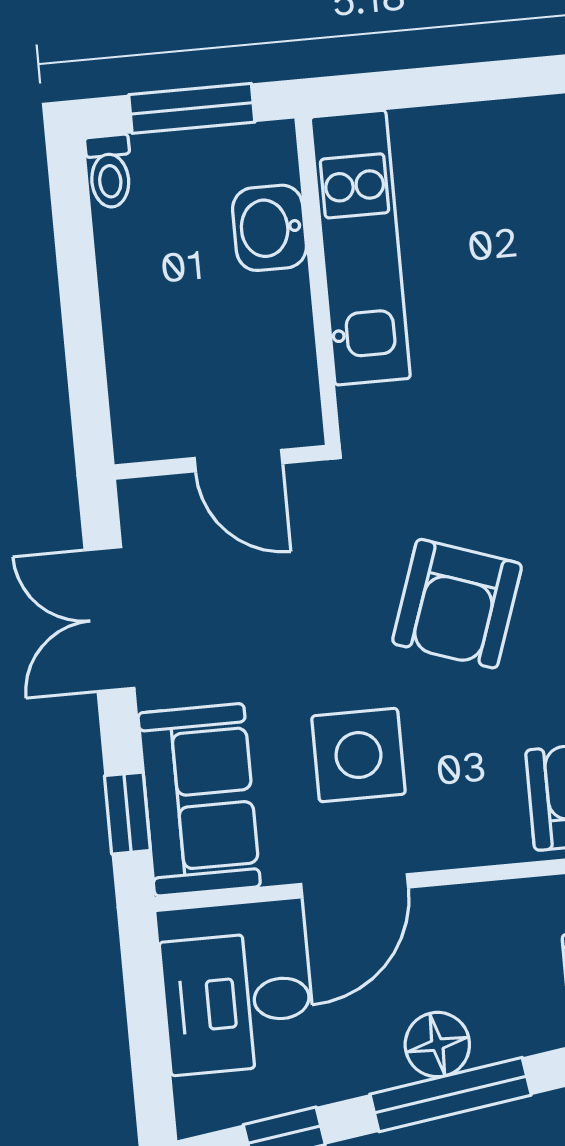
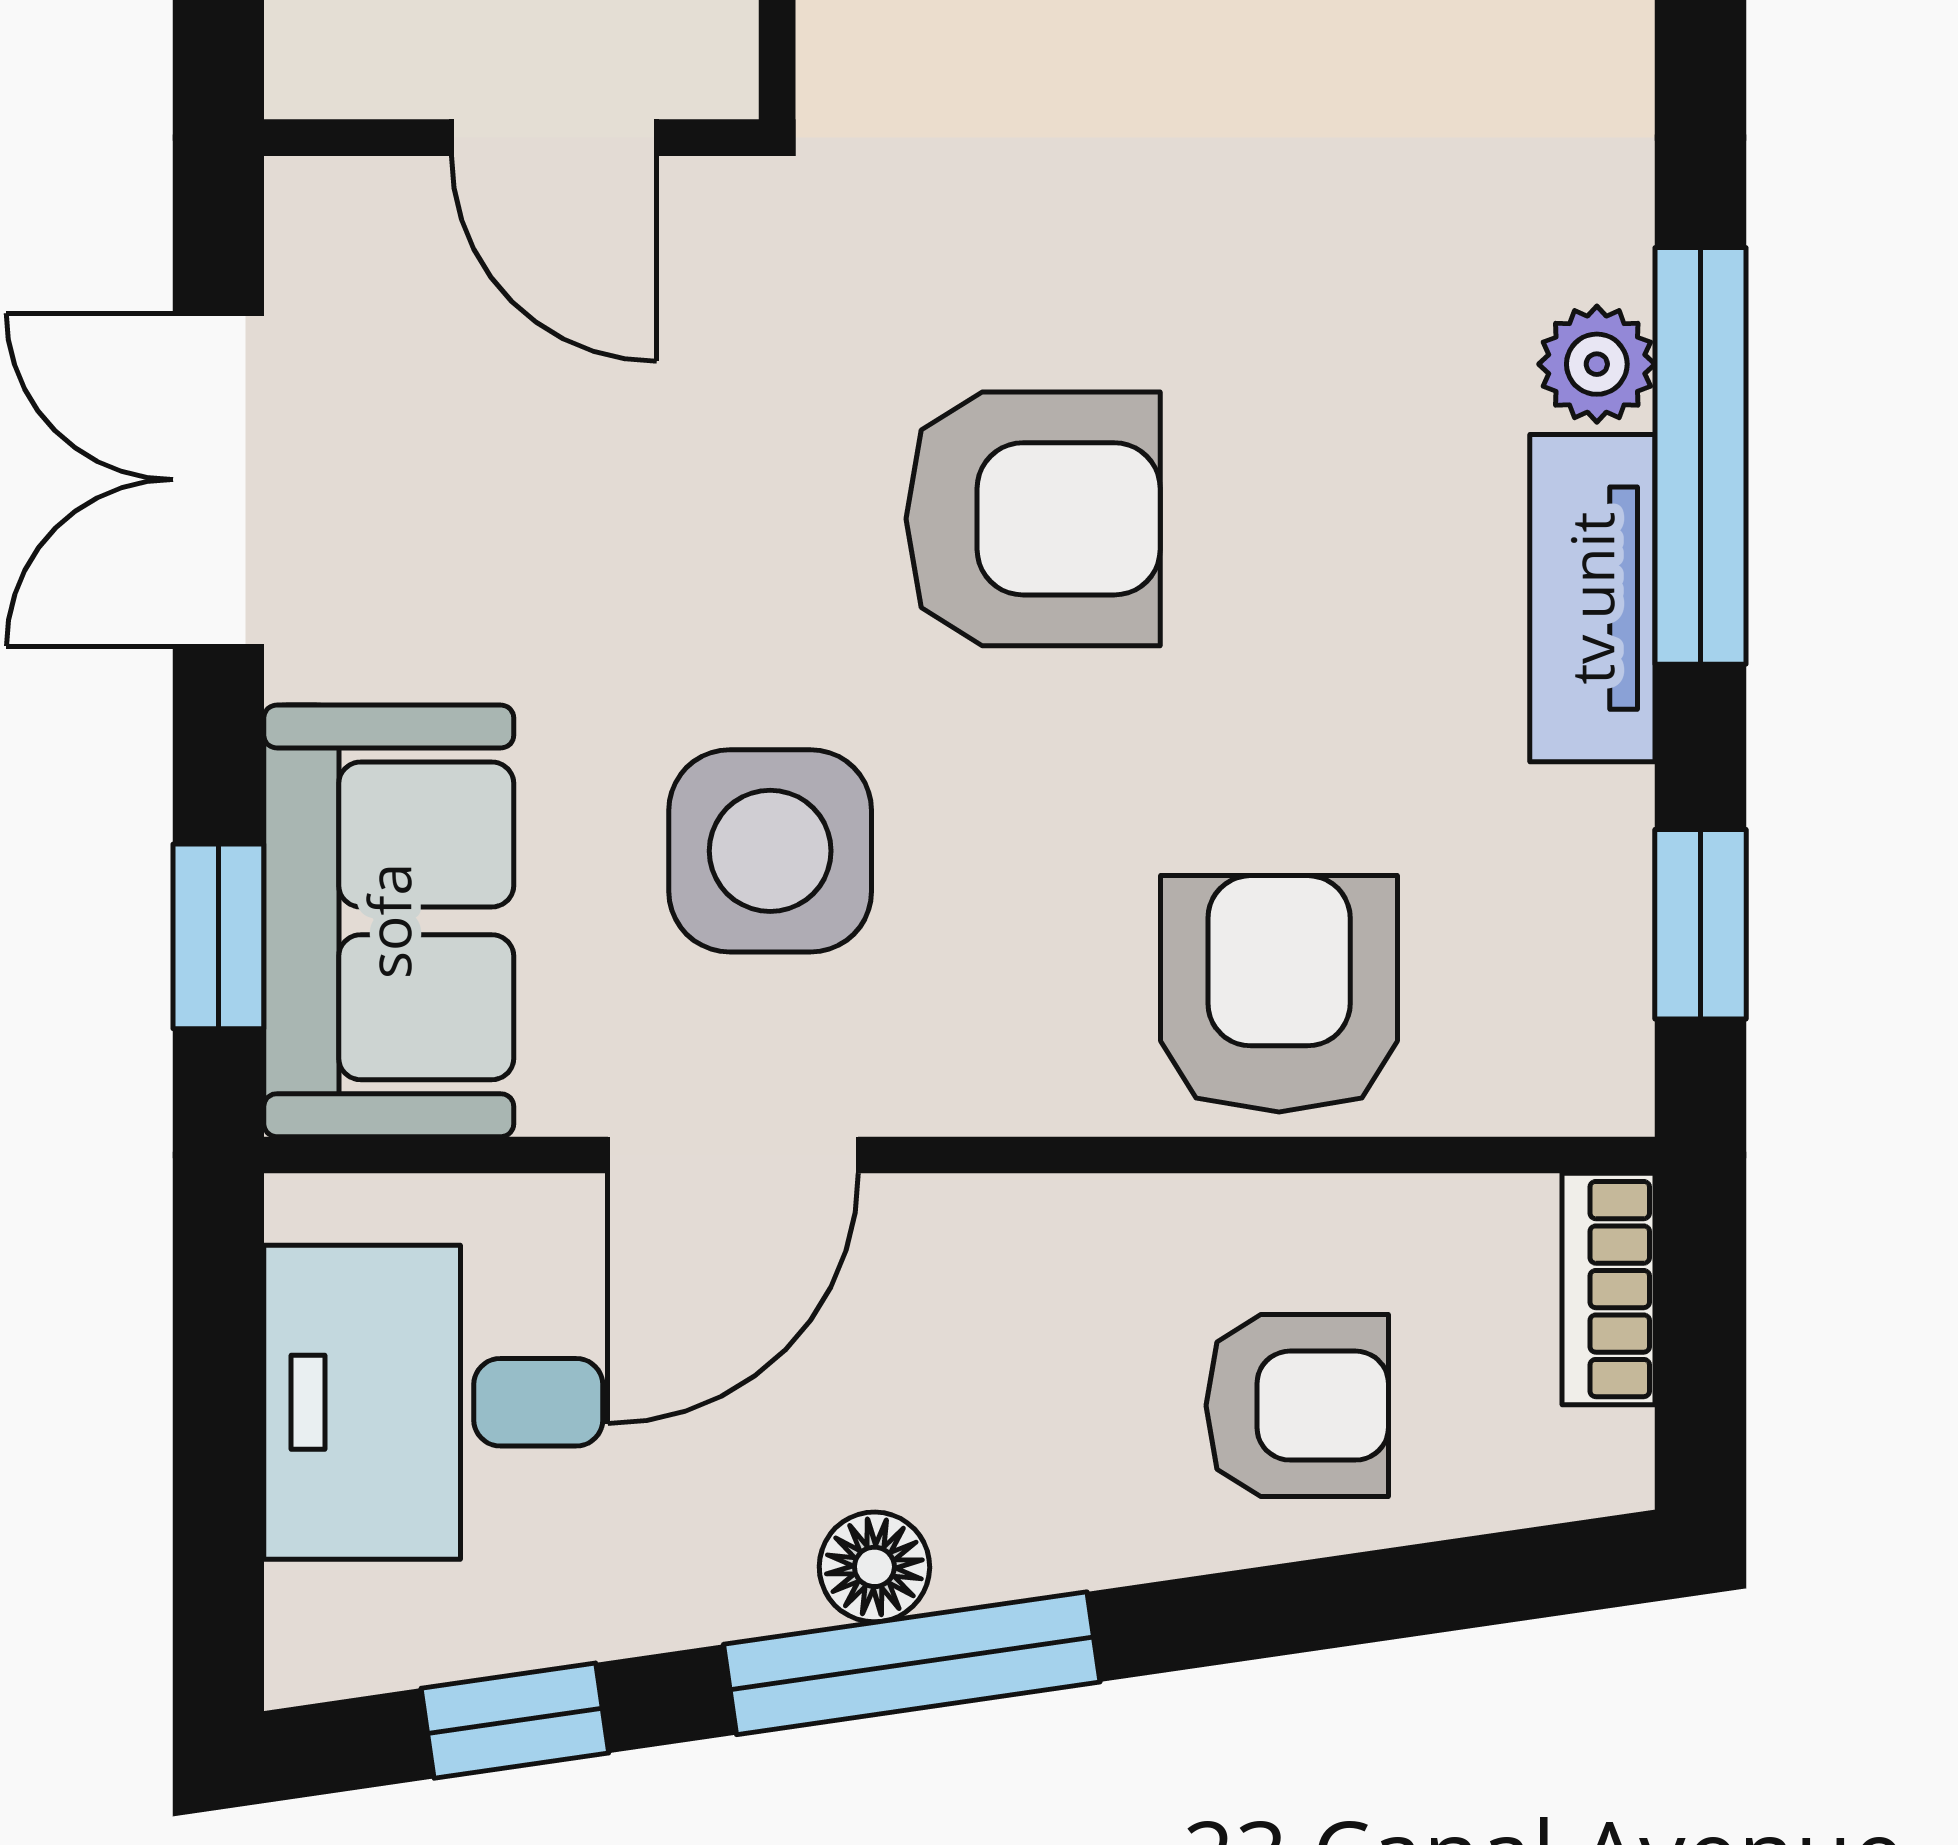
armchair: (457, 604) -> (1033, 519), turned -109
floor lamp: (437, 1045) -> (874, 1567), width x0.73, depth x0.73

